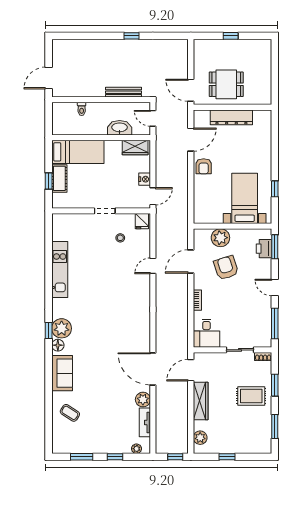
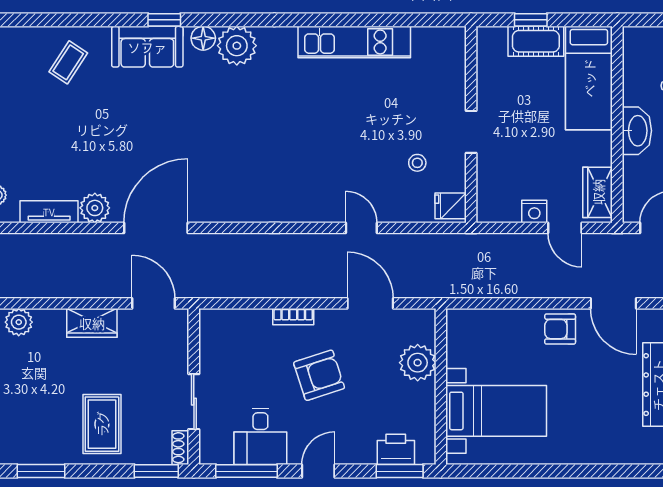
washbasin: (120, 128) -> (637, 131), moved
window: (275, 189) -> (515, 471), removed
door: (153, 196) -> (565, 228), moved
armchair: (226, 268) -> (319, 375), moved
window: (49, 331) -> (164, 20), moved
desk: (206, 333) -> (260, 436), moved, turned -90
window: (275, 385) -> (156, 471), moved
wardrobe: (201, 401) -> (92, 323), width x0.67

